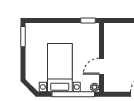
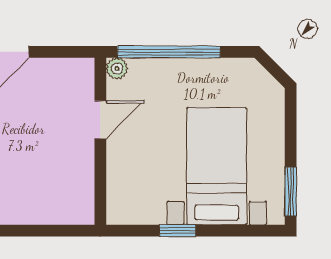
window: (88, 21) -> (178, 231), moved
bed with nightstands: (60, 68) -> (217, 166), moved, turned 180

